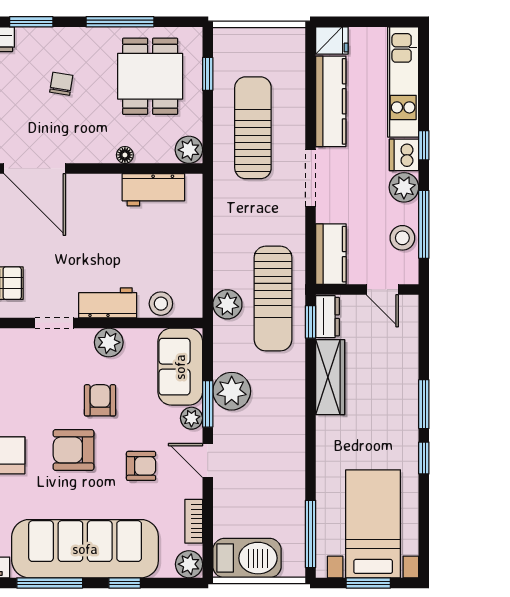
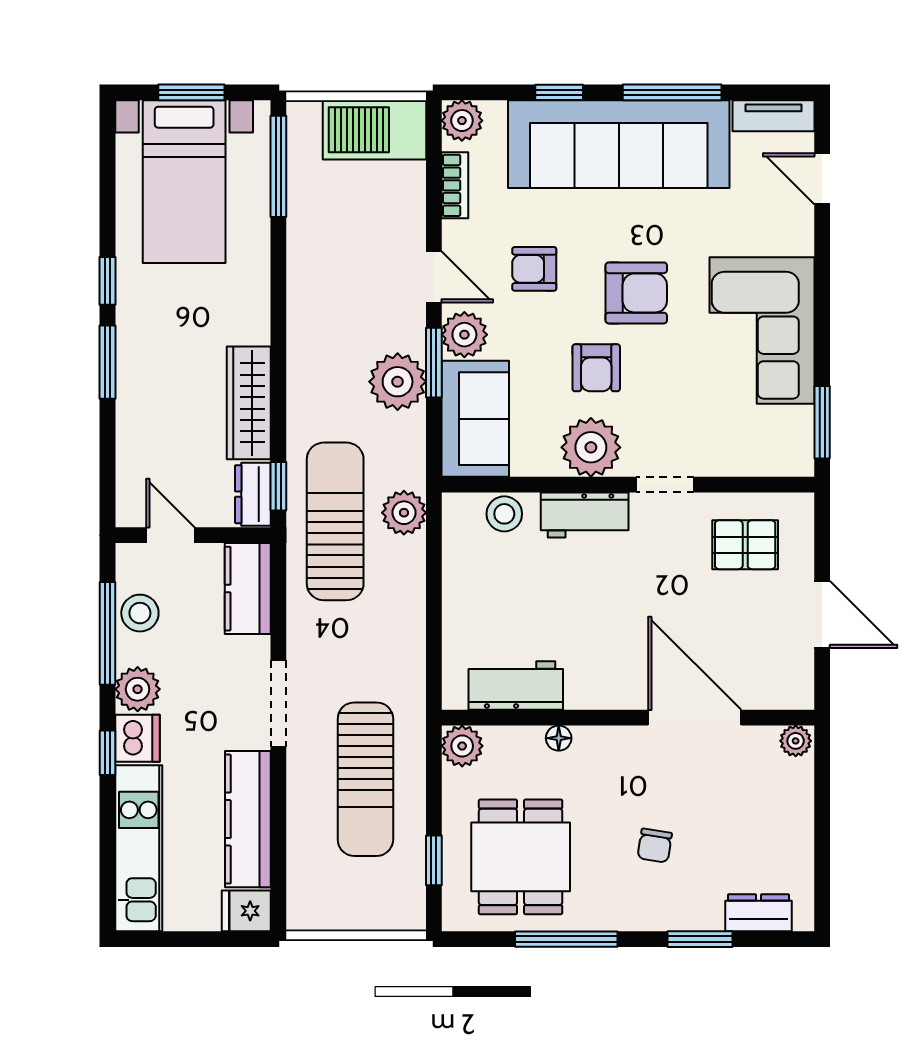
plant: (109, 342) -> (591, 447), width x1.36, depth x1.36
plant: (191, 418) -> (464, 335), width x1.38, depth x1.38

